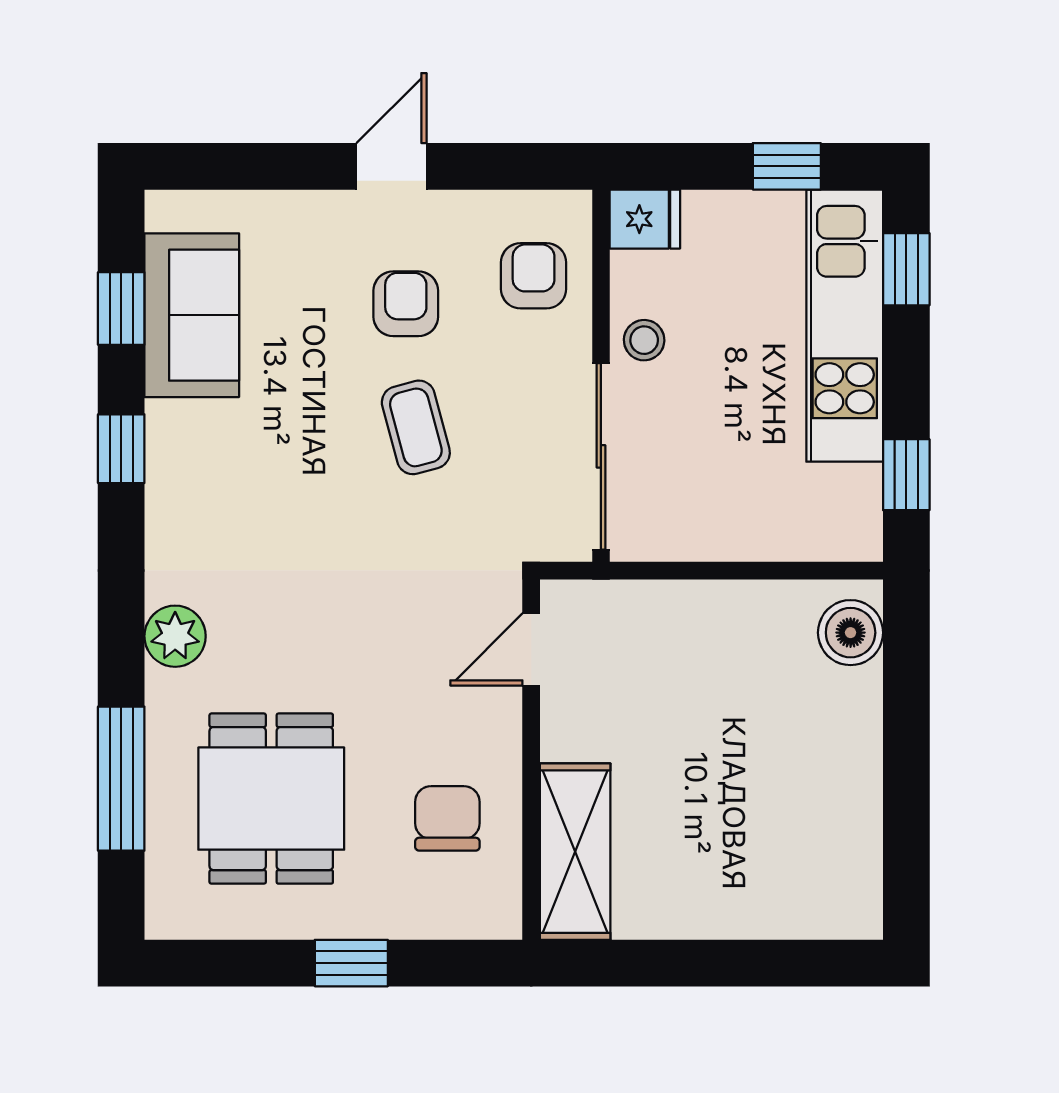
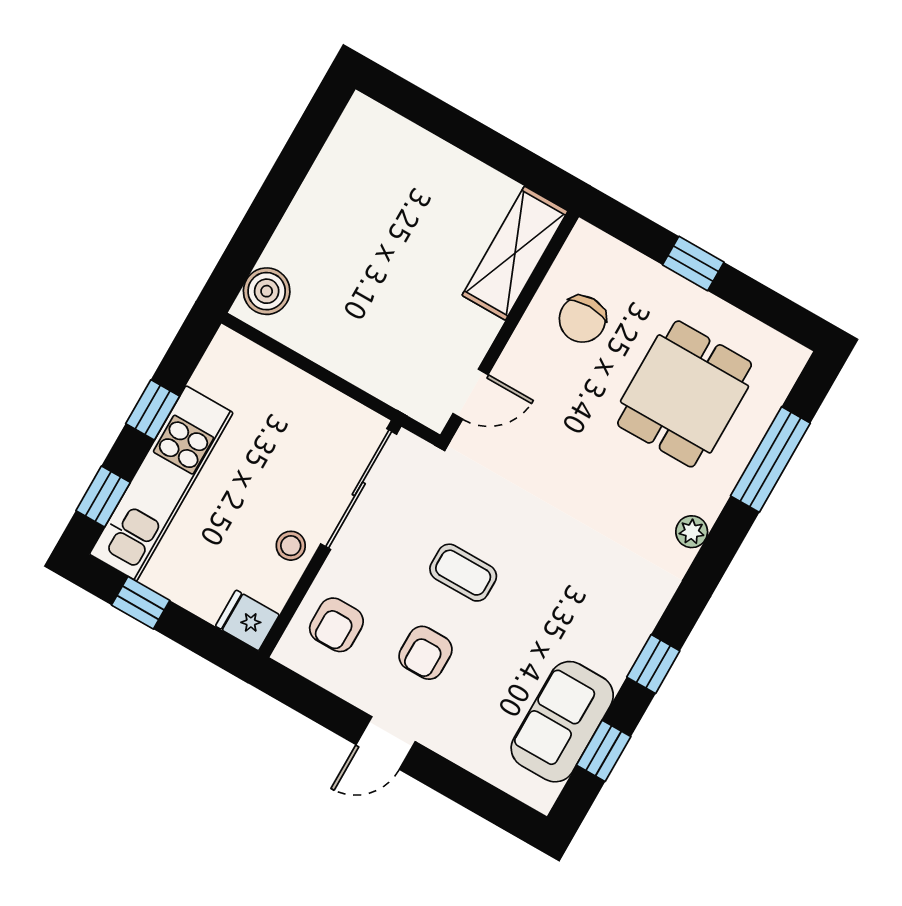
coffee table: (416, 427) -> (463, 573), turned -75
window: (906, 475) -> (153, 410), moved
plant: (175, 636) -> (692, 532), width x0.73, depth x0.73

